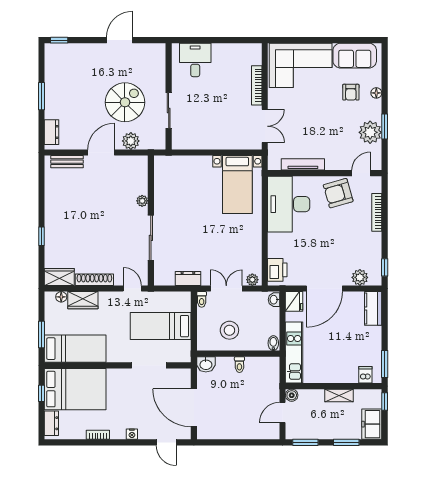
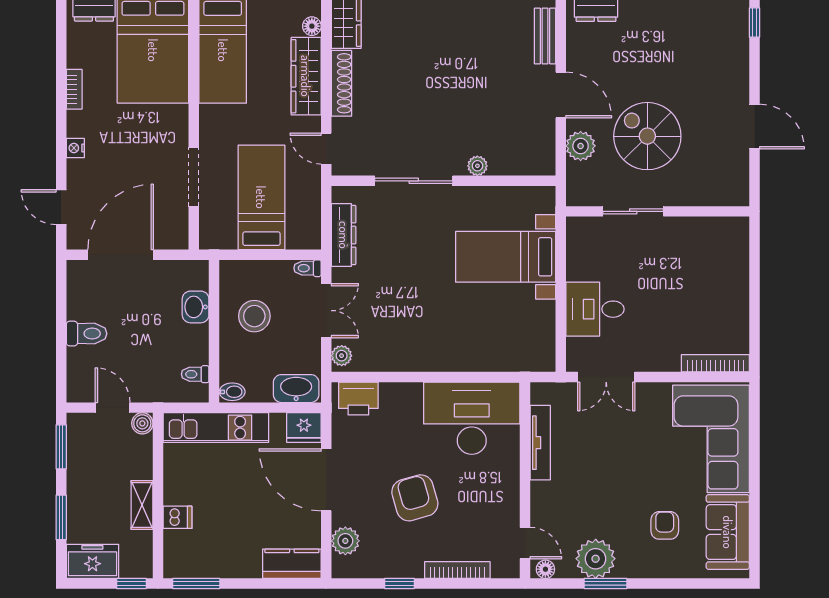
desk: (195, 60) -> (595, 309), moved, turned 180
bookcase: (257, 85) -> (715, 363), moved
armchair: (351, 92) -> (665, 525), turned 90
floor lamp: (376, 93) -> (545, 569), moved
spiral stairs: (125, 102) -> (647, 136), turned 180
bed with nightstands: (237, 184) -> (506, 257), moved
armchair: (338, 193) -> (415, 498), moved
window: (385, 267) -> (399, 583), moved
dresser: (188, 278) -> (344, 235), width x1.44
door: (132, 289) -> (326, 149), swing flipped
wardrobe: (83, 300) -> (306, 76), width x1.50
washbasin: (274, 300) -> (296, 389), width x1.91, depth x1.45
washbasin: (206, 364) -> (196, 307), moved
toilet: (239, 365) -> (195, 374), moved
dishwasher: (365, 375) -> (177, 517), moved
toilet: (240, 428) -> (87, 334), added
door: (166, 442) -> (61, 207), hinge flipped

